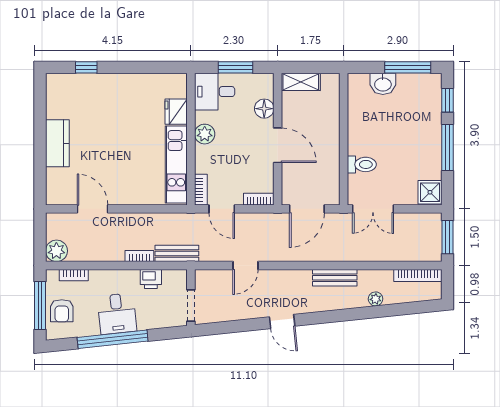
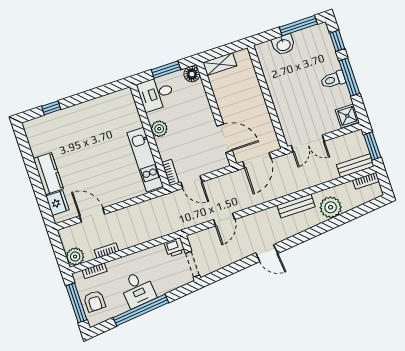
floor lamp: (264, 109) -> (192, 74), moved
fridge: (176, 112) -> (57, 203), moved, turned 180
door: (278, 145) -> (225, 138), moved
toilet: (362, 164) -> (333, 80), moved, turned 180
bookcase: (259, 199) -> (217, 165), removed
bench: (177, 253) -> (355, 166), moved
bookcase: (139, 256) -> (107, 251), moved
bookcase: (418, 275) -> (366, 181), width x0.64
printer: (151, 279) -> (175, 247), moved
plant: (376, 299) -> (331, 207), width x1.87, depth x1.87

